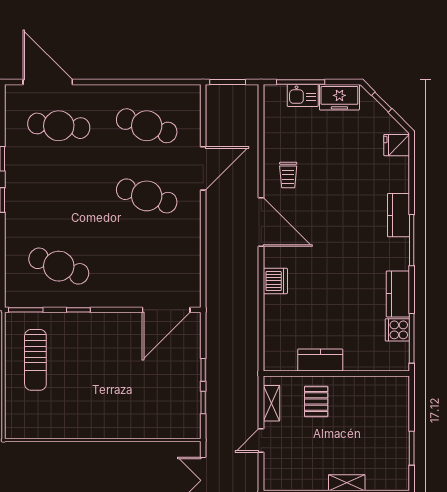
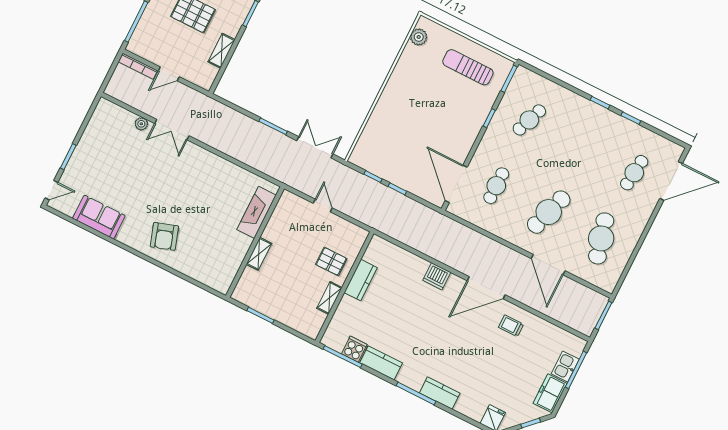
cafe table: (59, 126) -> (634, 173), width x0.73, depth x0.74
cafe table: (147, 126) -> (601, 238), turned -33
cafe table: (59, 266) -> (529, 120), width x0.73, depth x0.74
cafe table: (147, 266) -> (496, 186), added
shelving: (271, 403) -> (329, 298), moved, turned 90
plant: (30, 429) -> (419, 37), added

